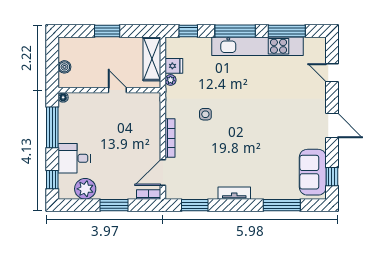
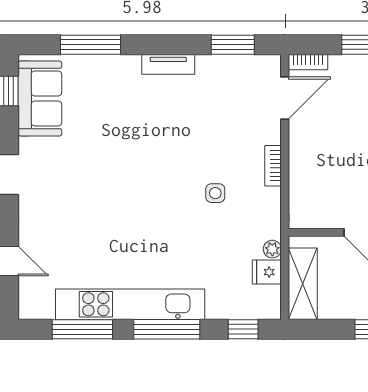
bookcase: (170, 138) -> (273, 166), width x0.64

